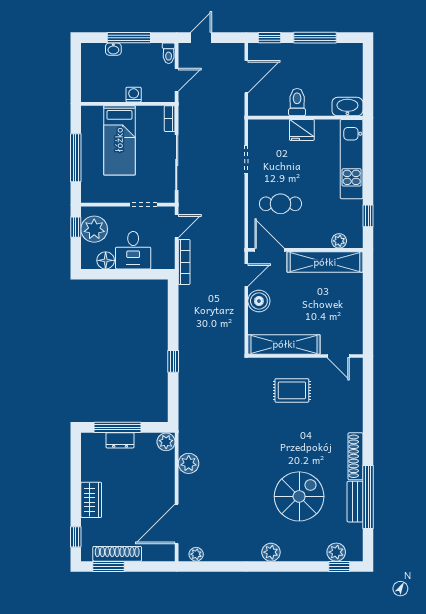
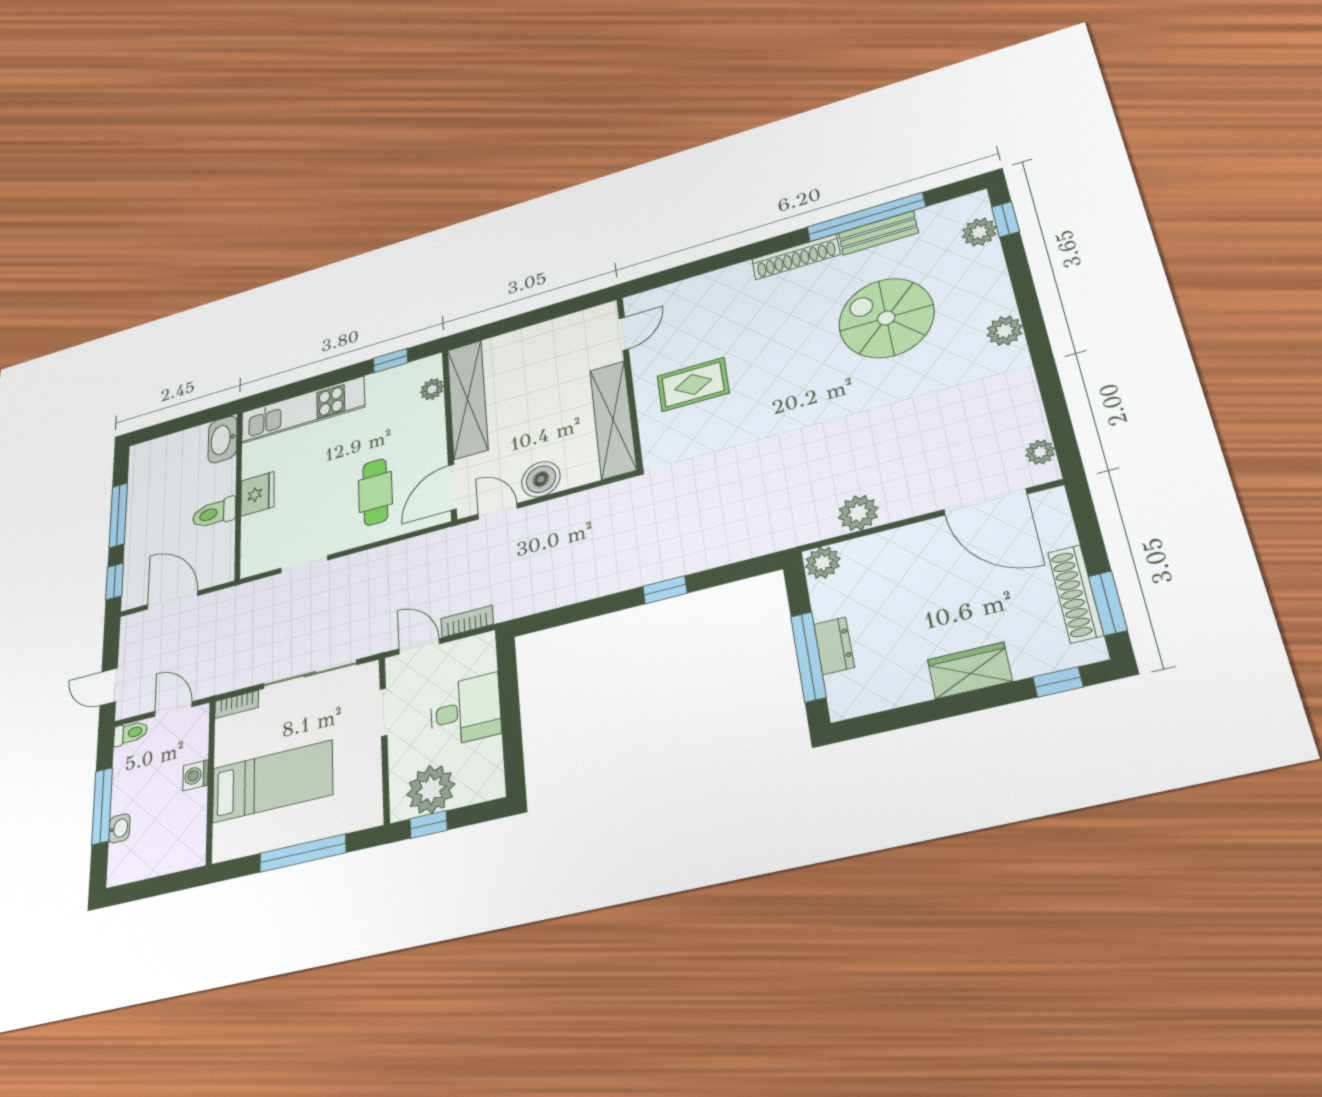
floor lamp: (106, 260) -> (487, 755), removed
bookcase: (184, 262) -> (467, 621), width x0.64
rug: (292, 390) -> (693, 384), turned 90

